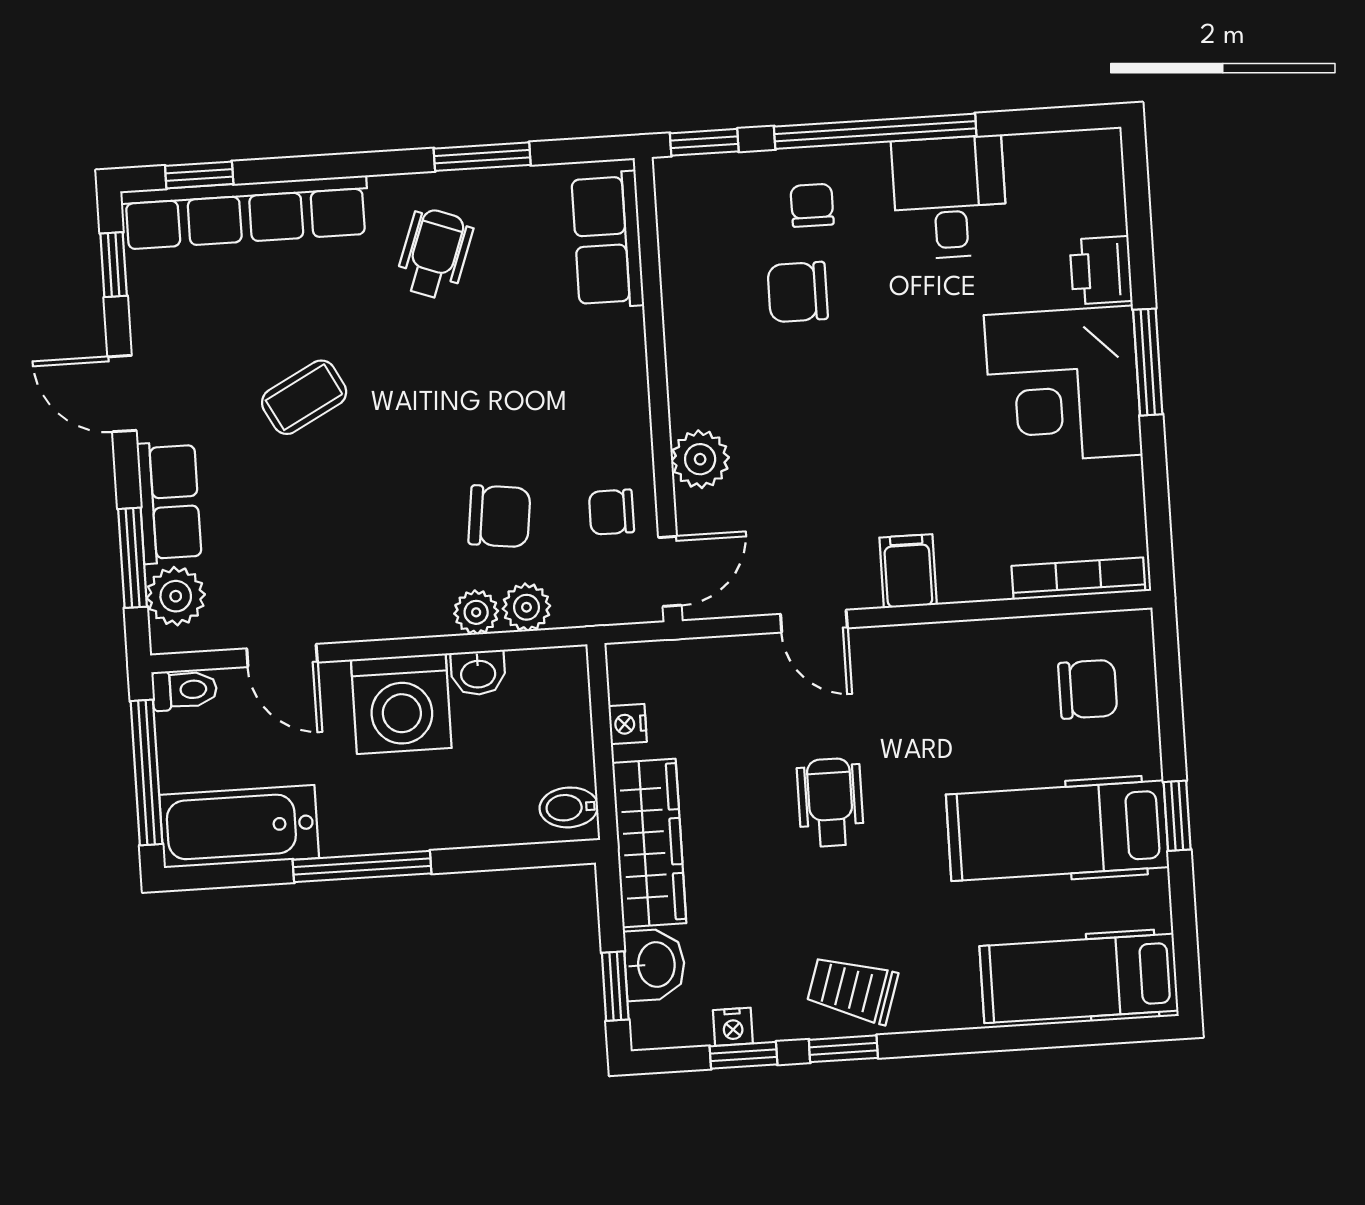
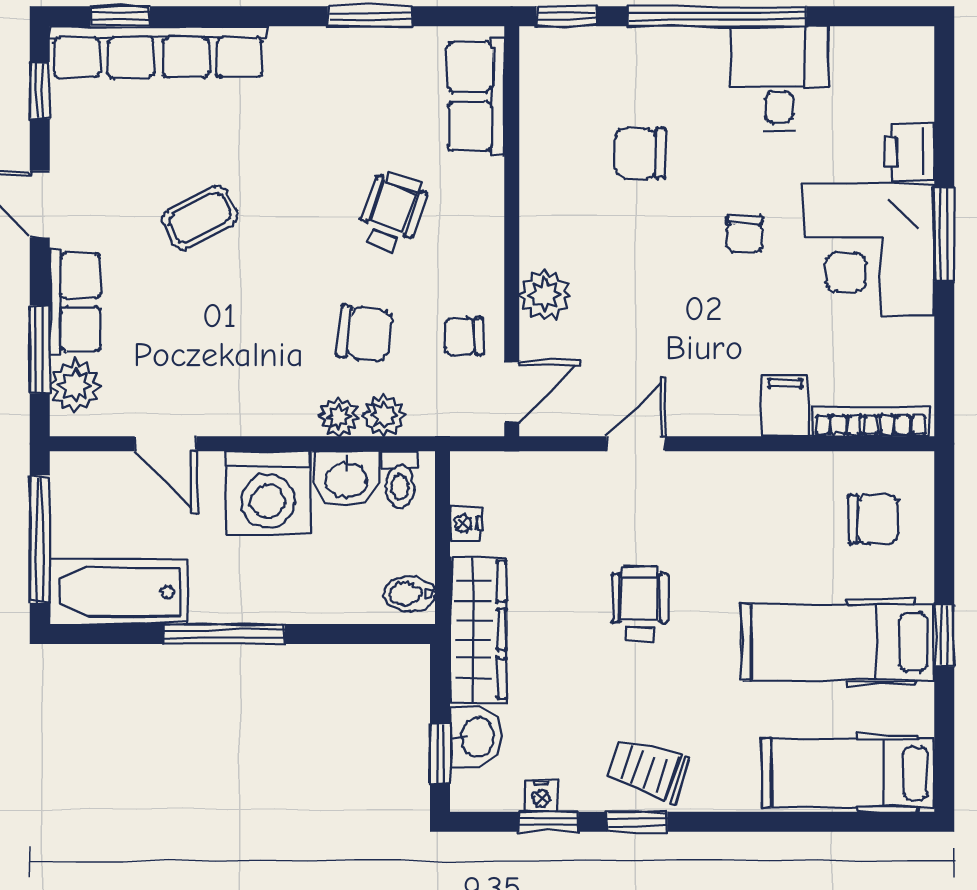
chair: (812, 205) -> (745, 234), moved, turned 180
wheelchair: (434, 254) -> (392, 212), moved
filing cabinet: (908, 571) -> (785, 405), moved
door: (814, 621) -> (636, 444), swing flipped
washbasin: (478, 673) -> (346, 479), width x1.38, depth x1.45
toilet: (184, 690) -> (400, 479), moved, turned 90

